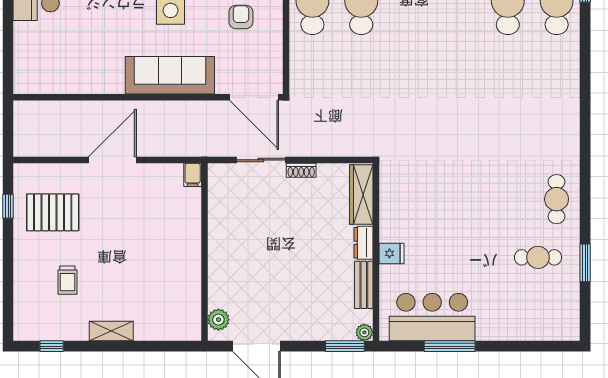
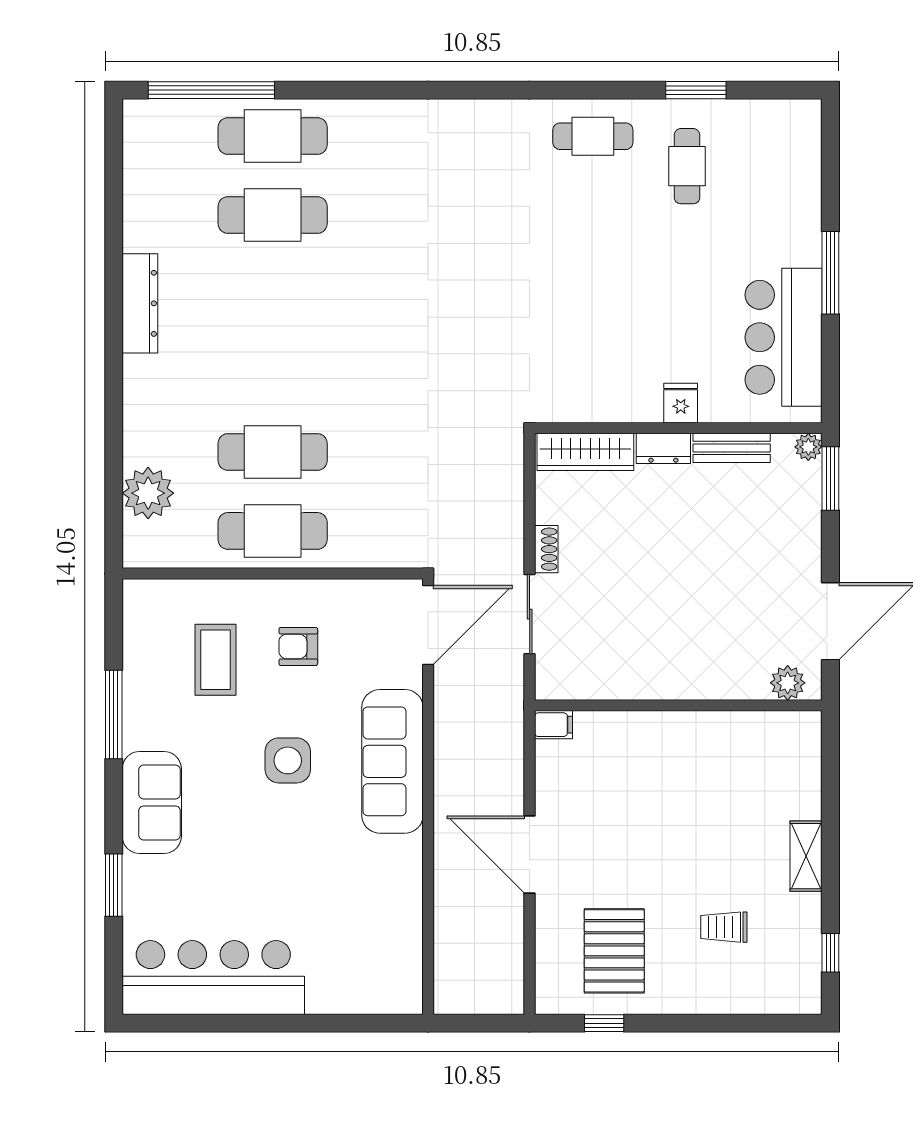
trolley: (67, 280) -> (724, 927), turned 180
window: (450, 346) -> (830, 273), moved

